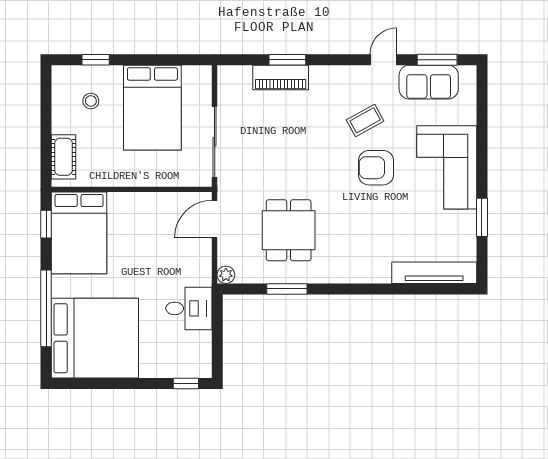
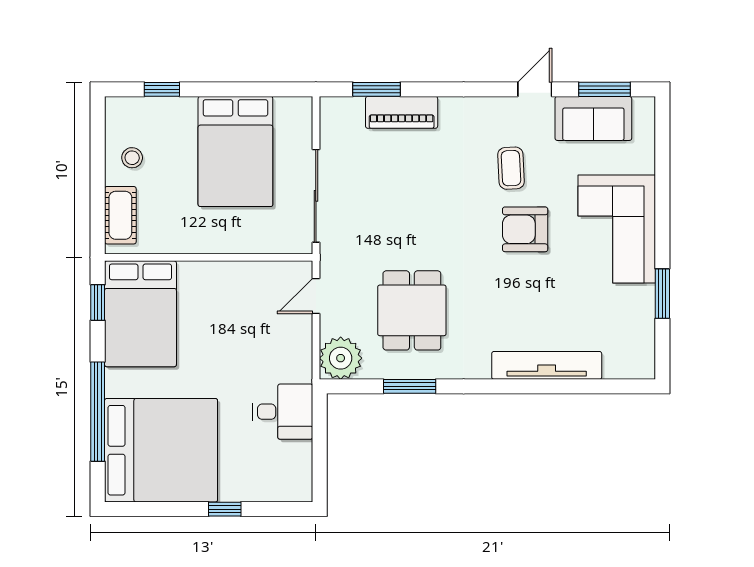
window: (287, 60) -> (376, 89), moved
stool: (91, 101) -> (132, 158), moved
coffee table: (365, 120) -> (511, 168), turned -64
door: (215, 219) -> (316, 296), width x0.73
tv unit: (434, 273) -> (547, 365), moved
plant: (226, 275) -> (341, 358), width x1.88, depth x1.88
window: (186, 384) -> (225, 509), moved

